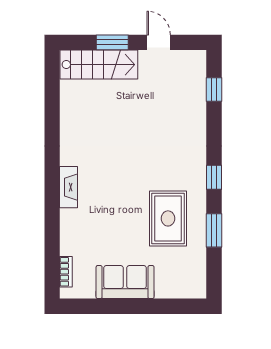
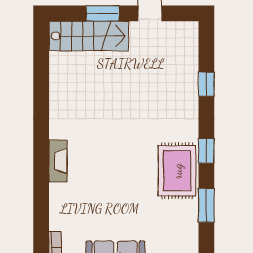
window: (214, 90) -> (206, 84), moved
rug: (168, 218) -> (177, 171), moved

